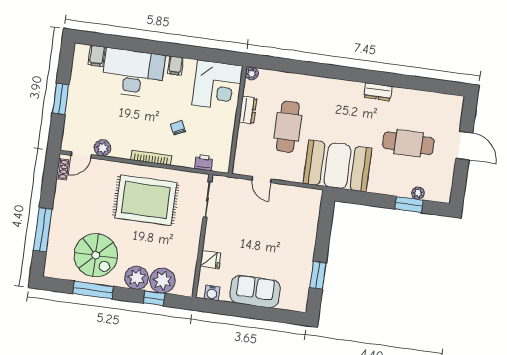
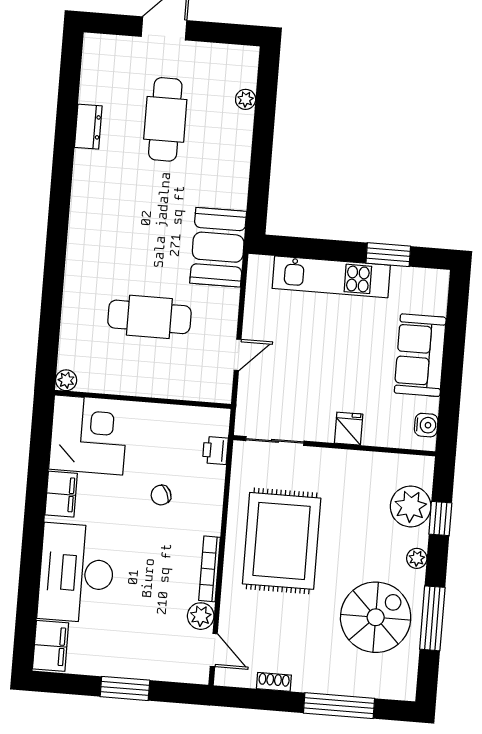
filing cabinet: (97, 56) -> (51, 646), width x2.00
filing cabinet: (175, 66) -> (61, 494), width x2.00
dresser: (378, 92) -> (88, 127), moved
dresser: (248, 110) -> (126, 383), removed
bookcase: (151, 158) -> (210, 569), moved
booth: (337, 166) -> (218, 247), width x0.73, depth x0.70
shoe rack: (63, 169) -> (274, 682), moved
window: (409, 204) -> (265, 113), removed
kitchen unit: (306, 240) -> (331, 277), added
fridge: (210, 260) -> (349, 429), moved
plant: (137, 278) -> (417, 558), width x0.53, depth x0.53

